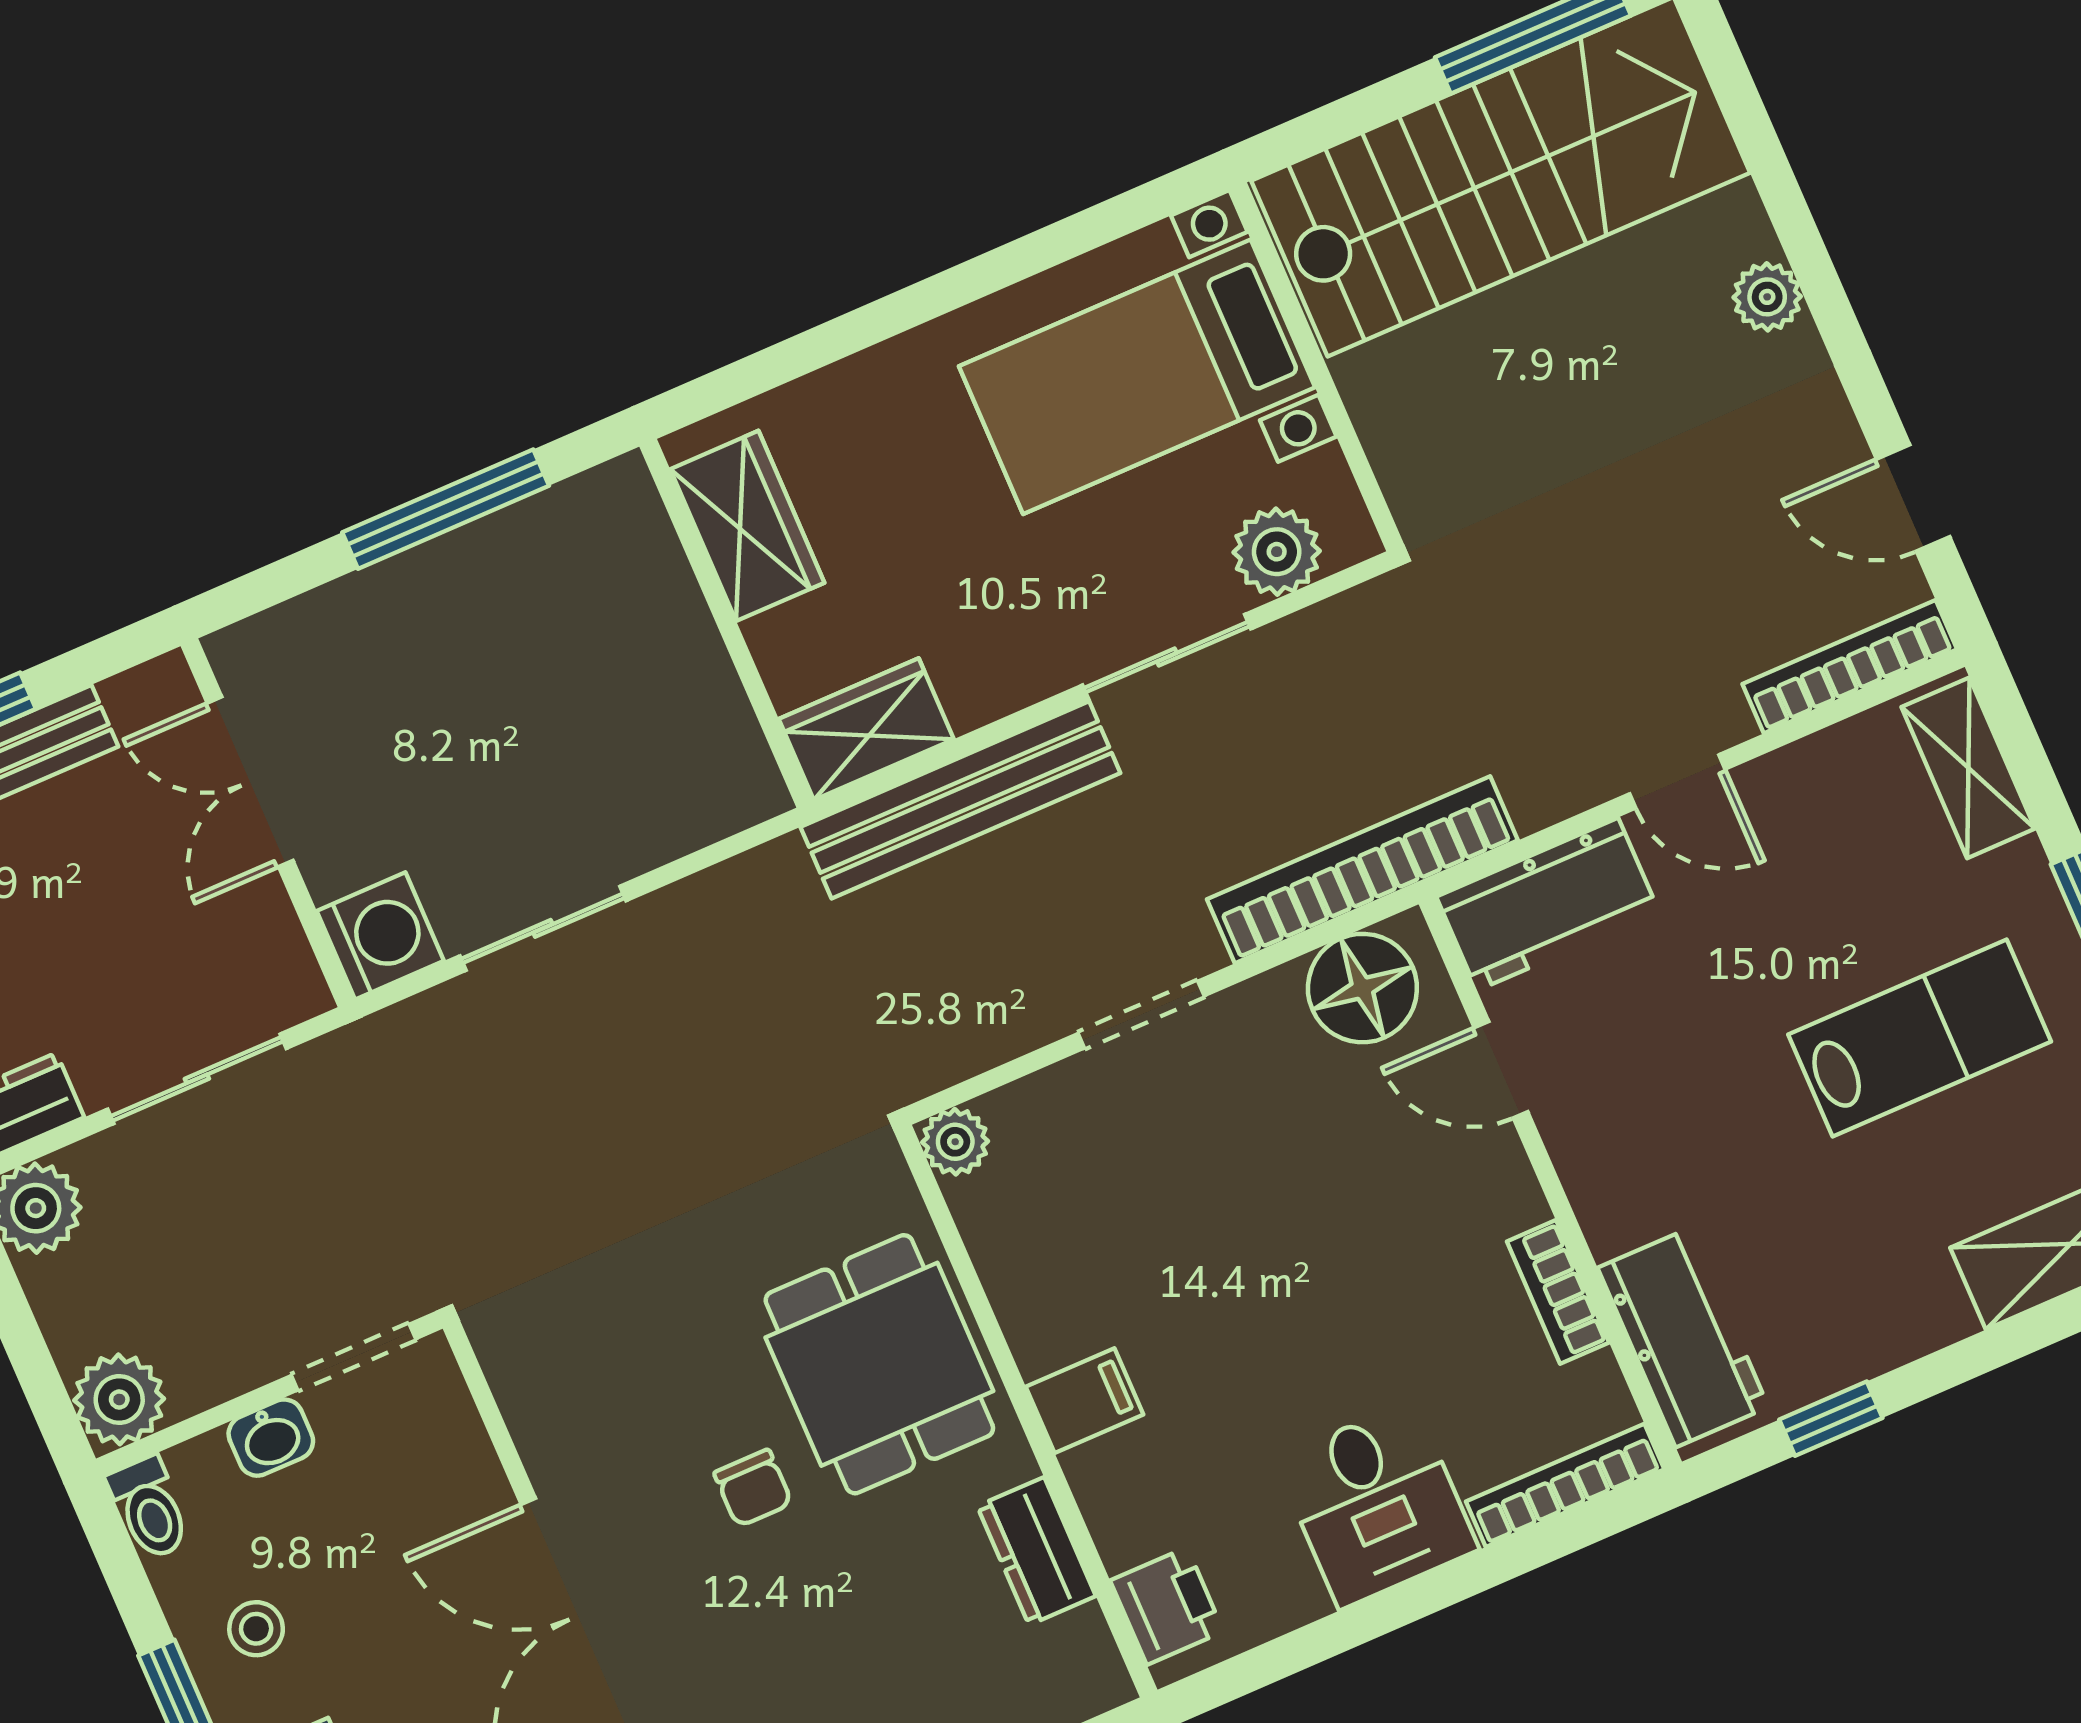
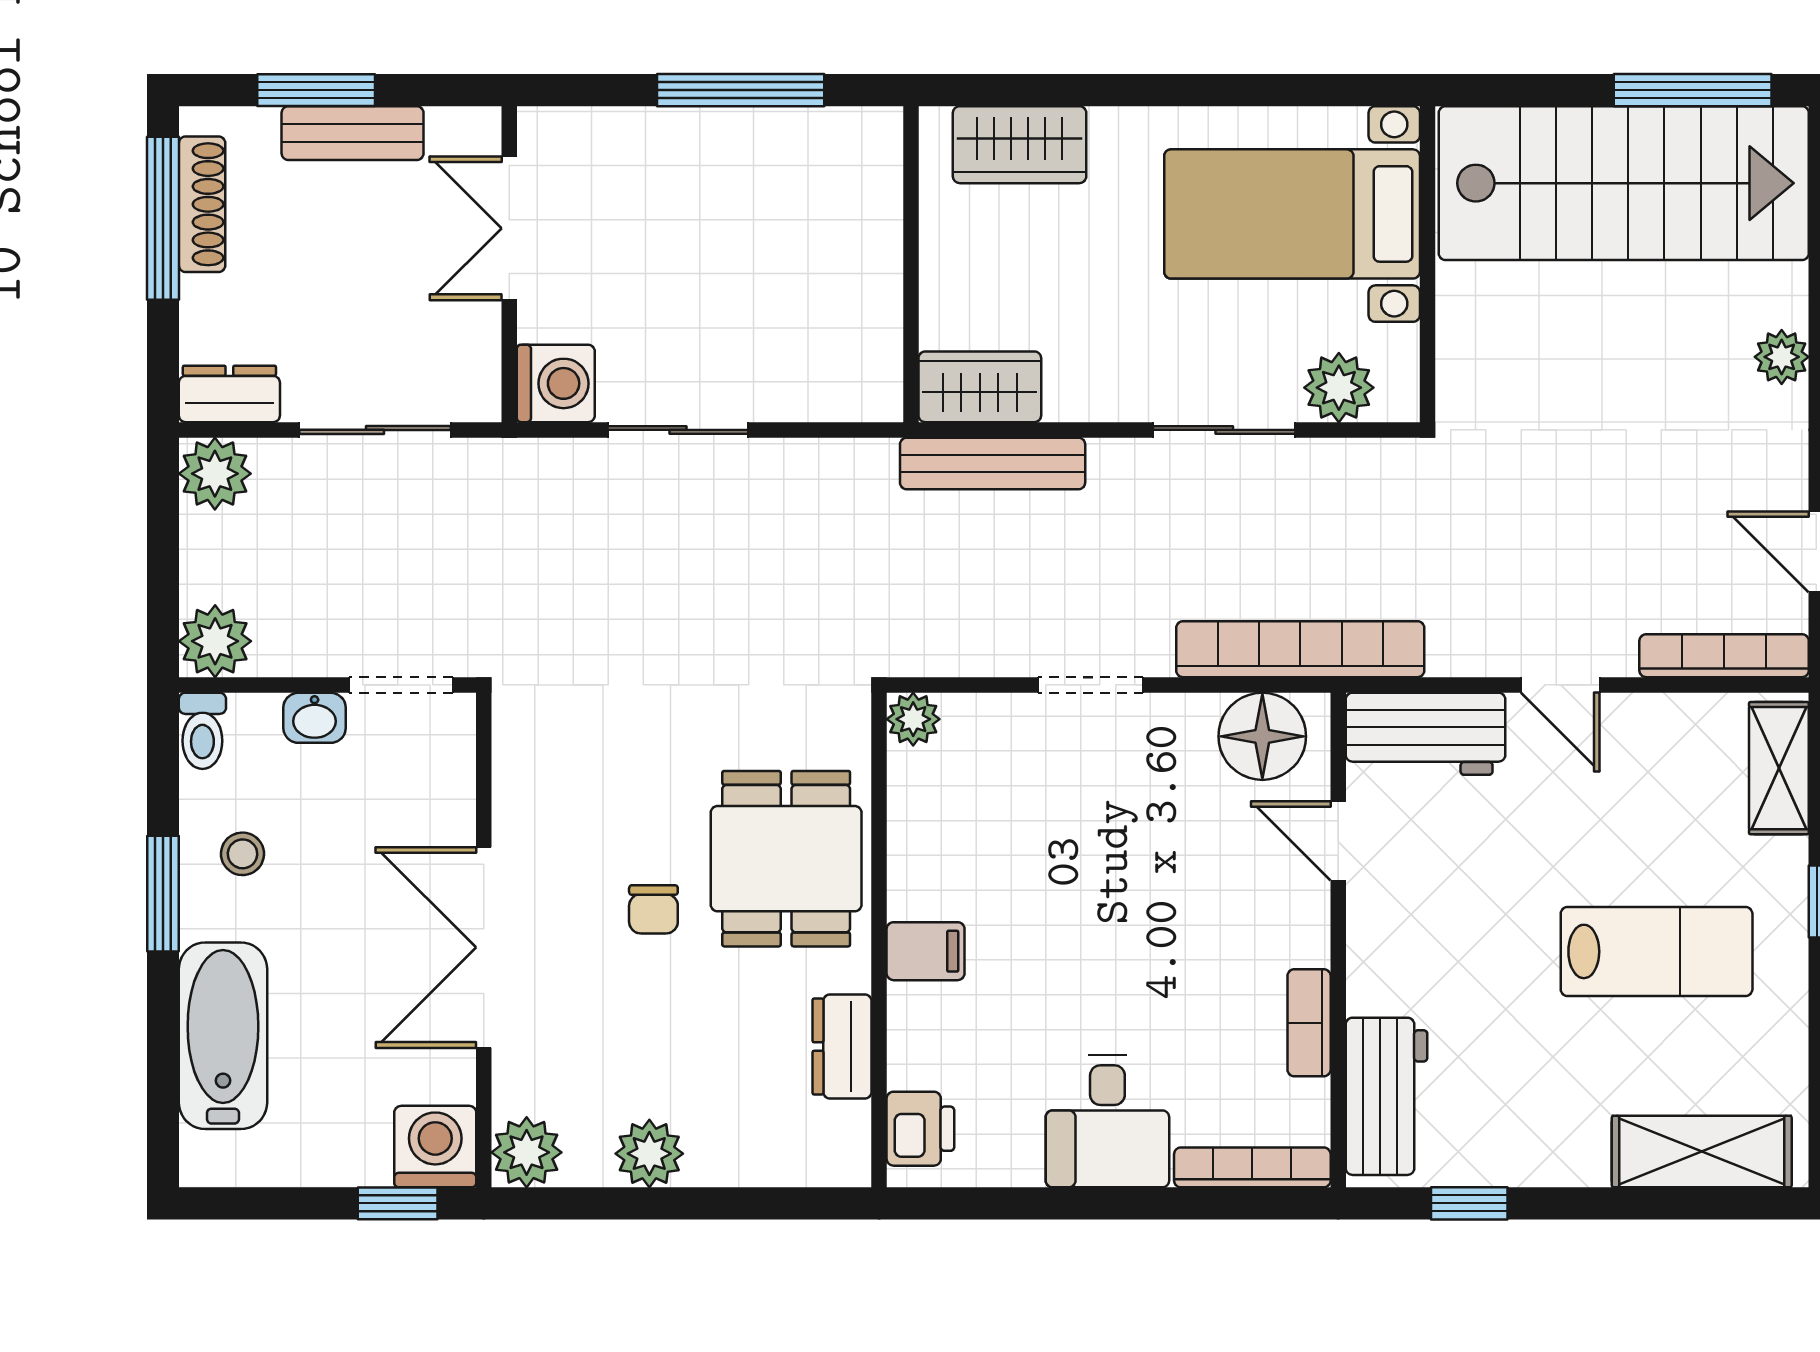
wardrobe: (747, 526) -> (1020, 145), moved, turned 90
bench: (960, 800) -> (993, 463), width x0.73, depth x0.82

